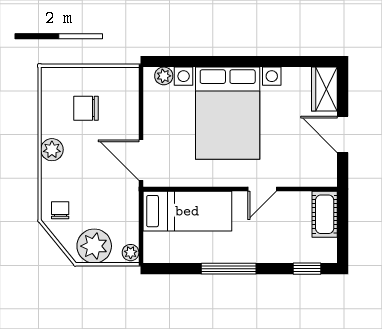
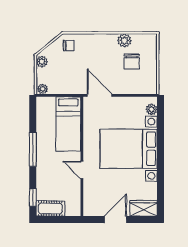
chair: (86, 108) -> (132, 62), turned 180
plant: (52, 150) -> (124, 40), moved
door: (141, 160) -> (100, 95), hinge flipped
cot: (325, 214) -> (50, 209), moved
plant: (94, 246) -> (42, 62), width x0.53, depth x0.53

